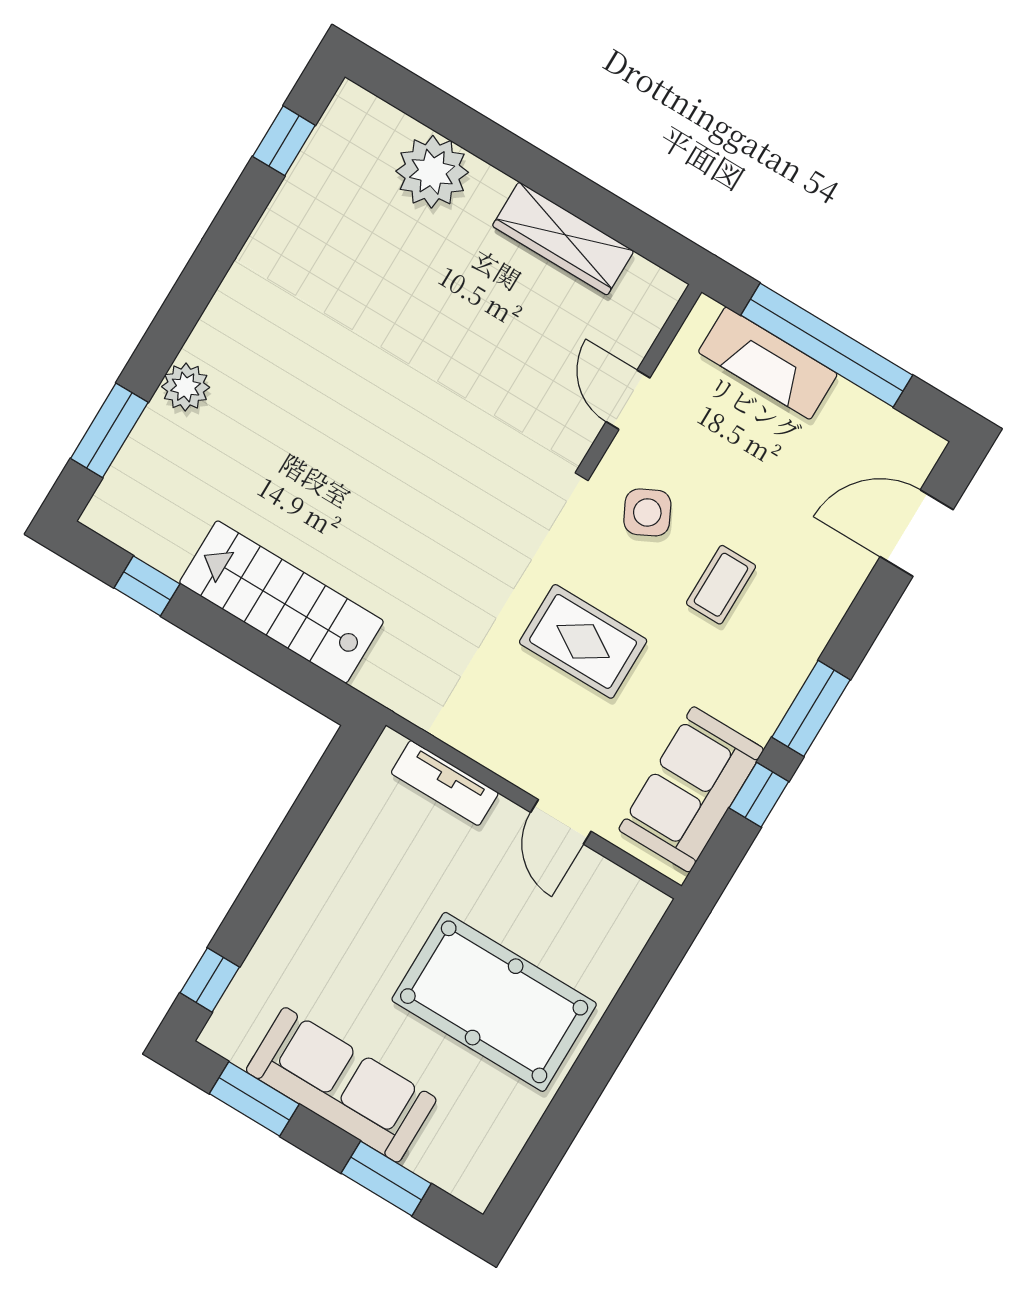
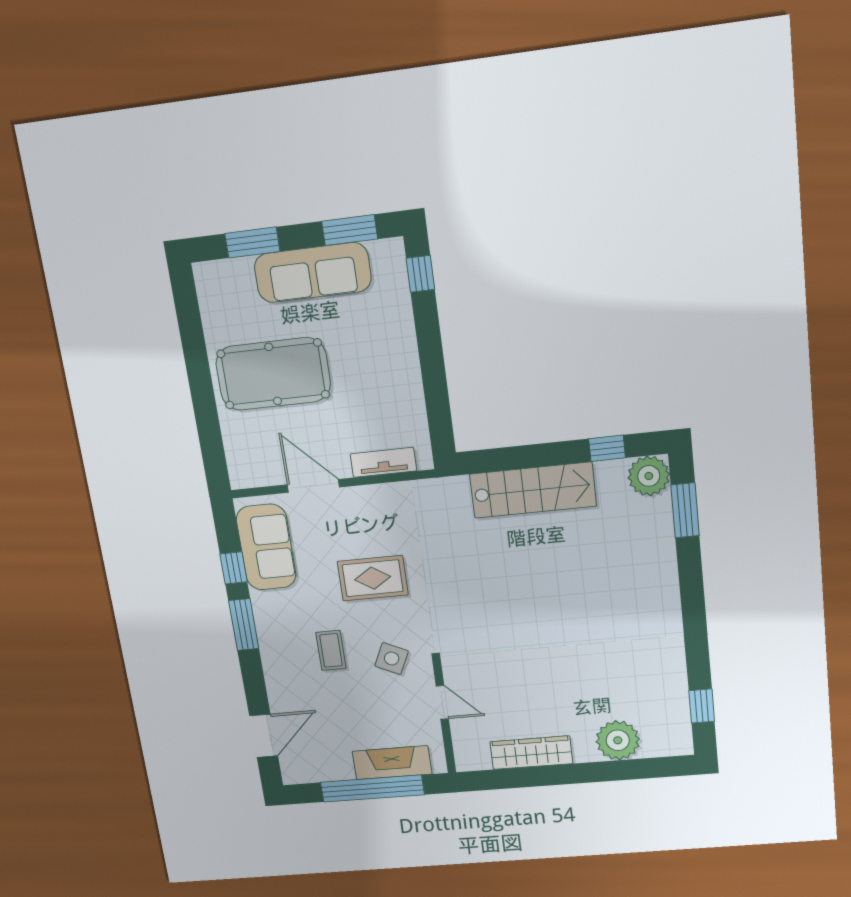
plant: (186, 387) -> (649, 476), moved, width x1.36, depth x1.36
side table: (647, 512) -> (392, 659), turned -38
door: (561, 822) -> (313, 486), width x1.38

